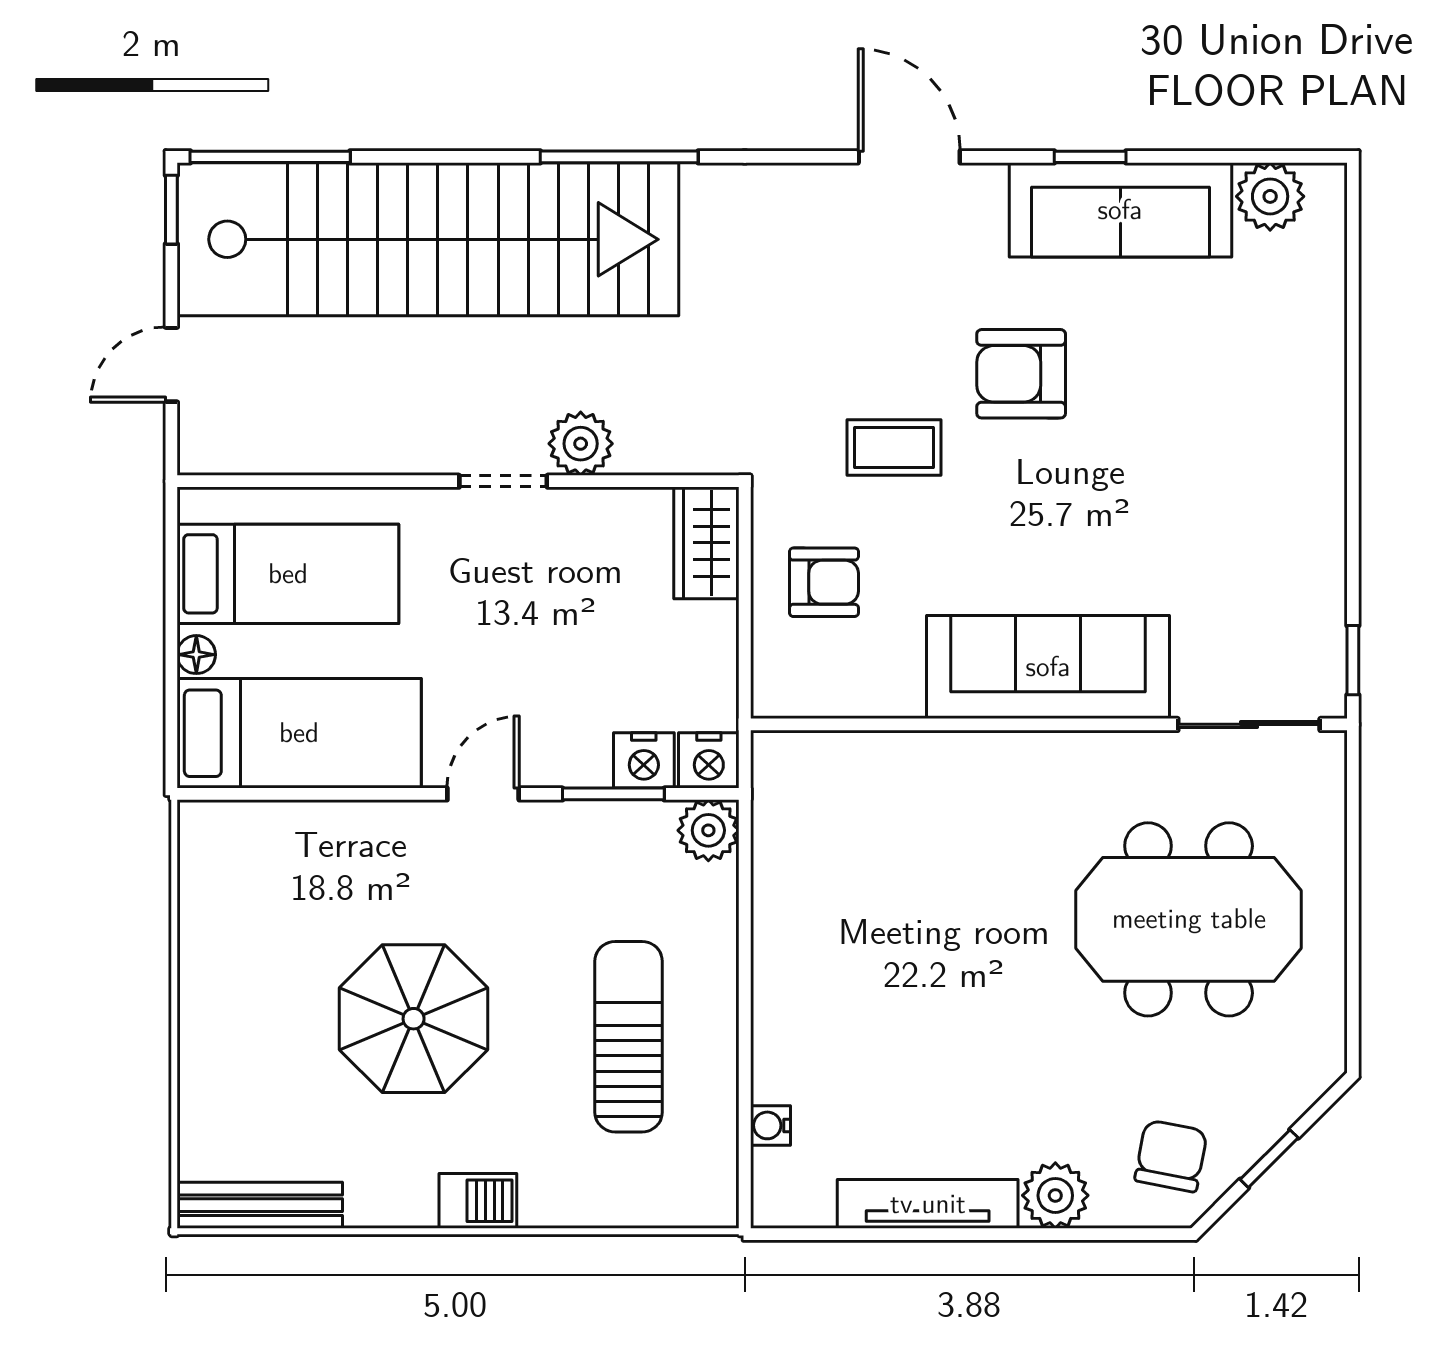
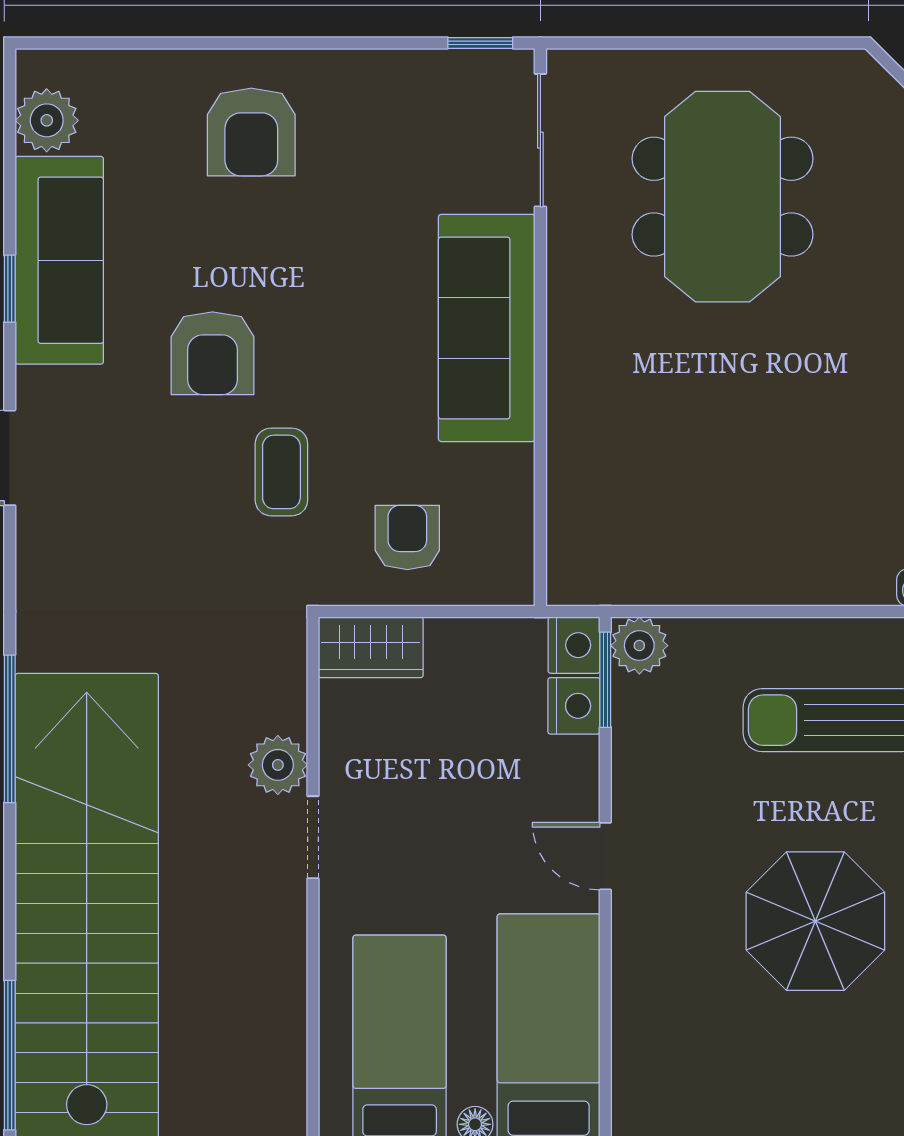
armchair: (1258, 415) -> (251, 132), added
window: (613, 794) -> (605, 680), moved

